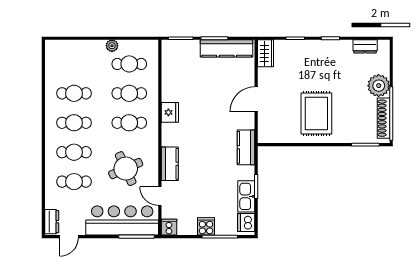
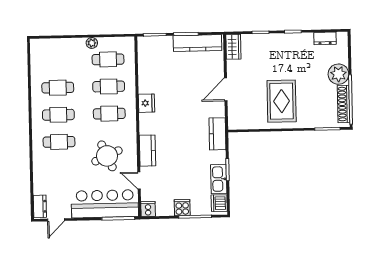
cafe table: (74, 182) -> (60, 169), removed

